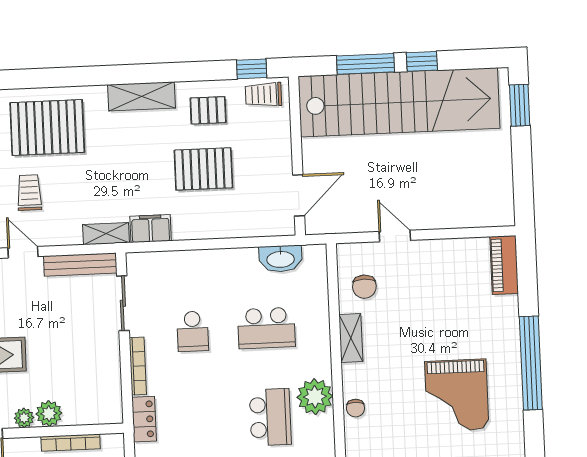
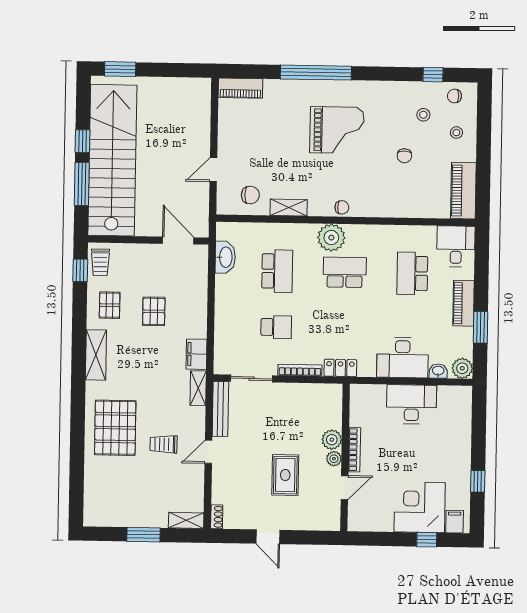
pallet: (203, 169) -> (154, 311), width x0.67, depth x0.71
bookcase: (71, 443) -> (354, 450), moved

